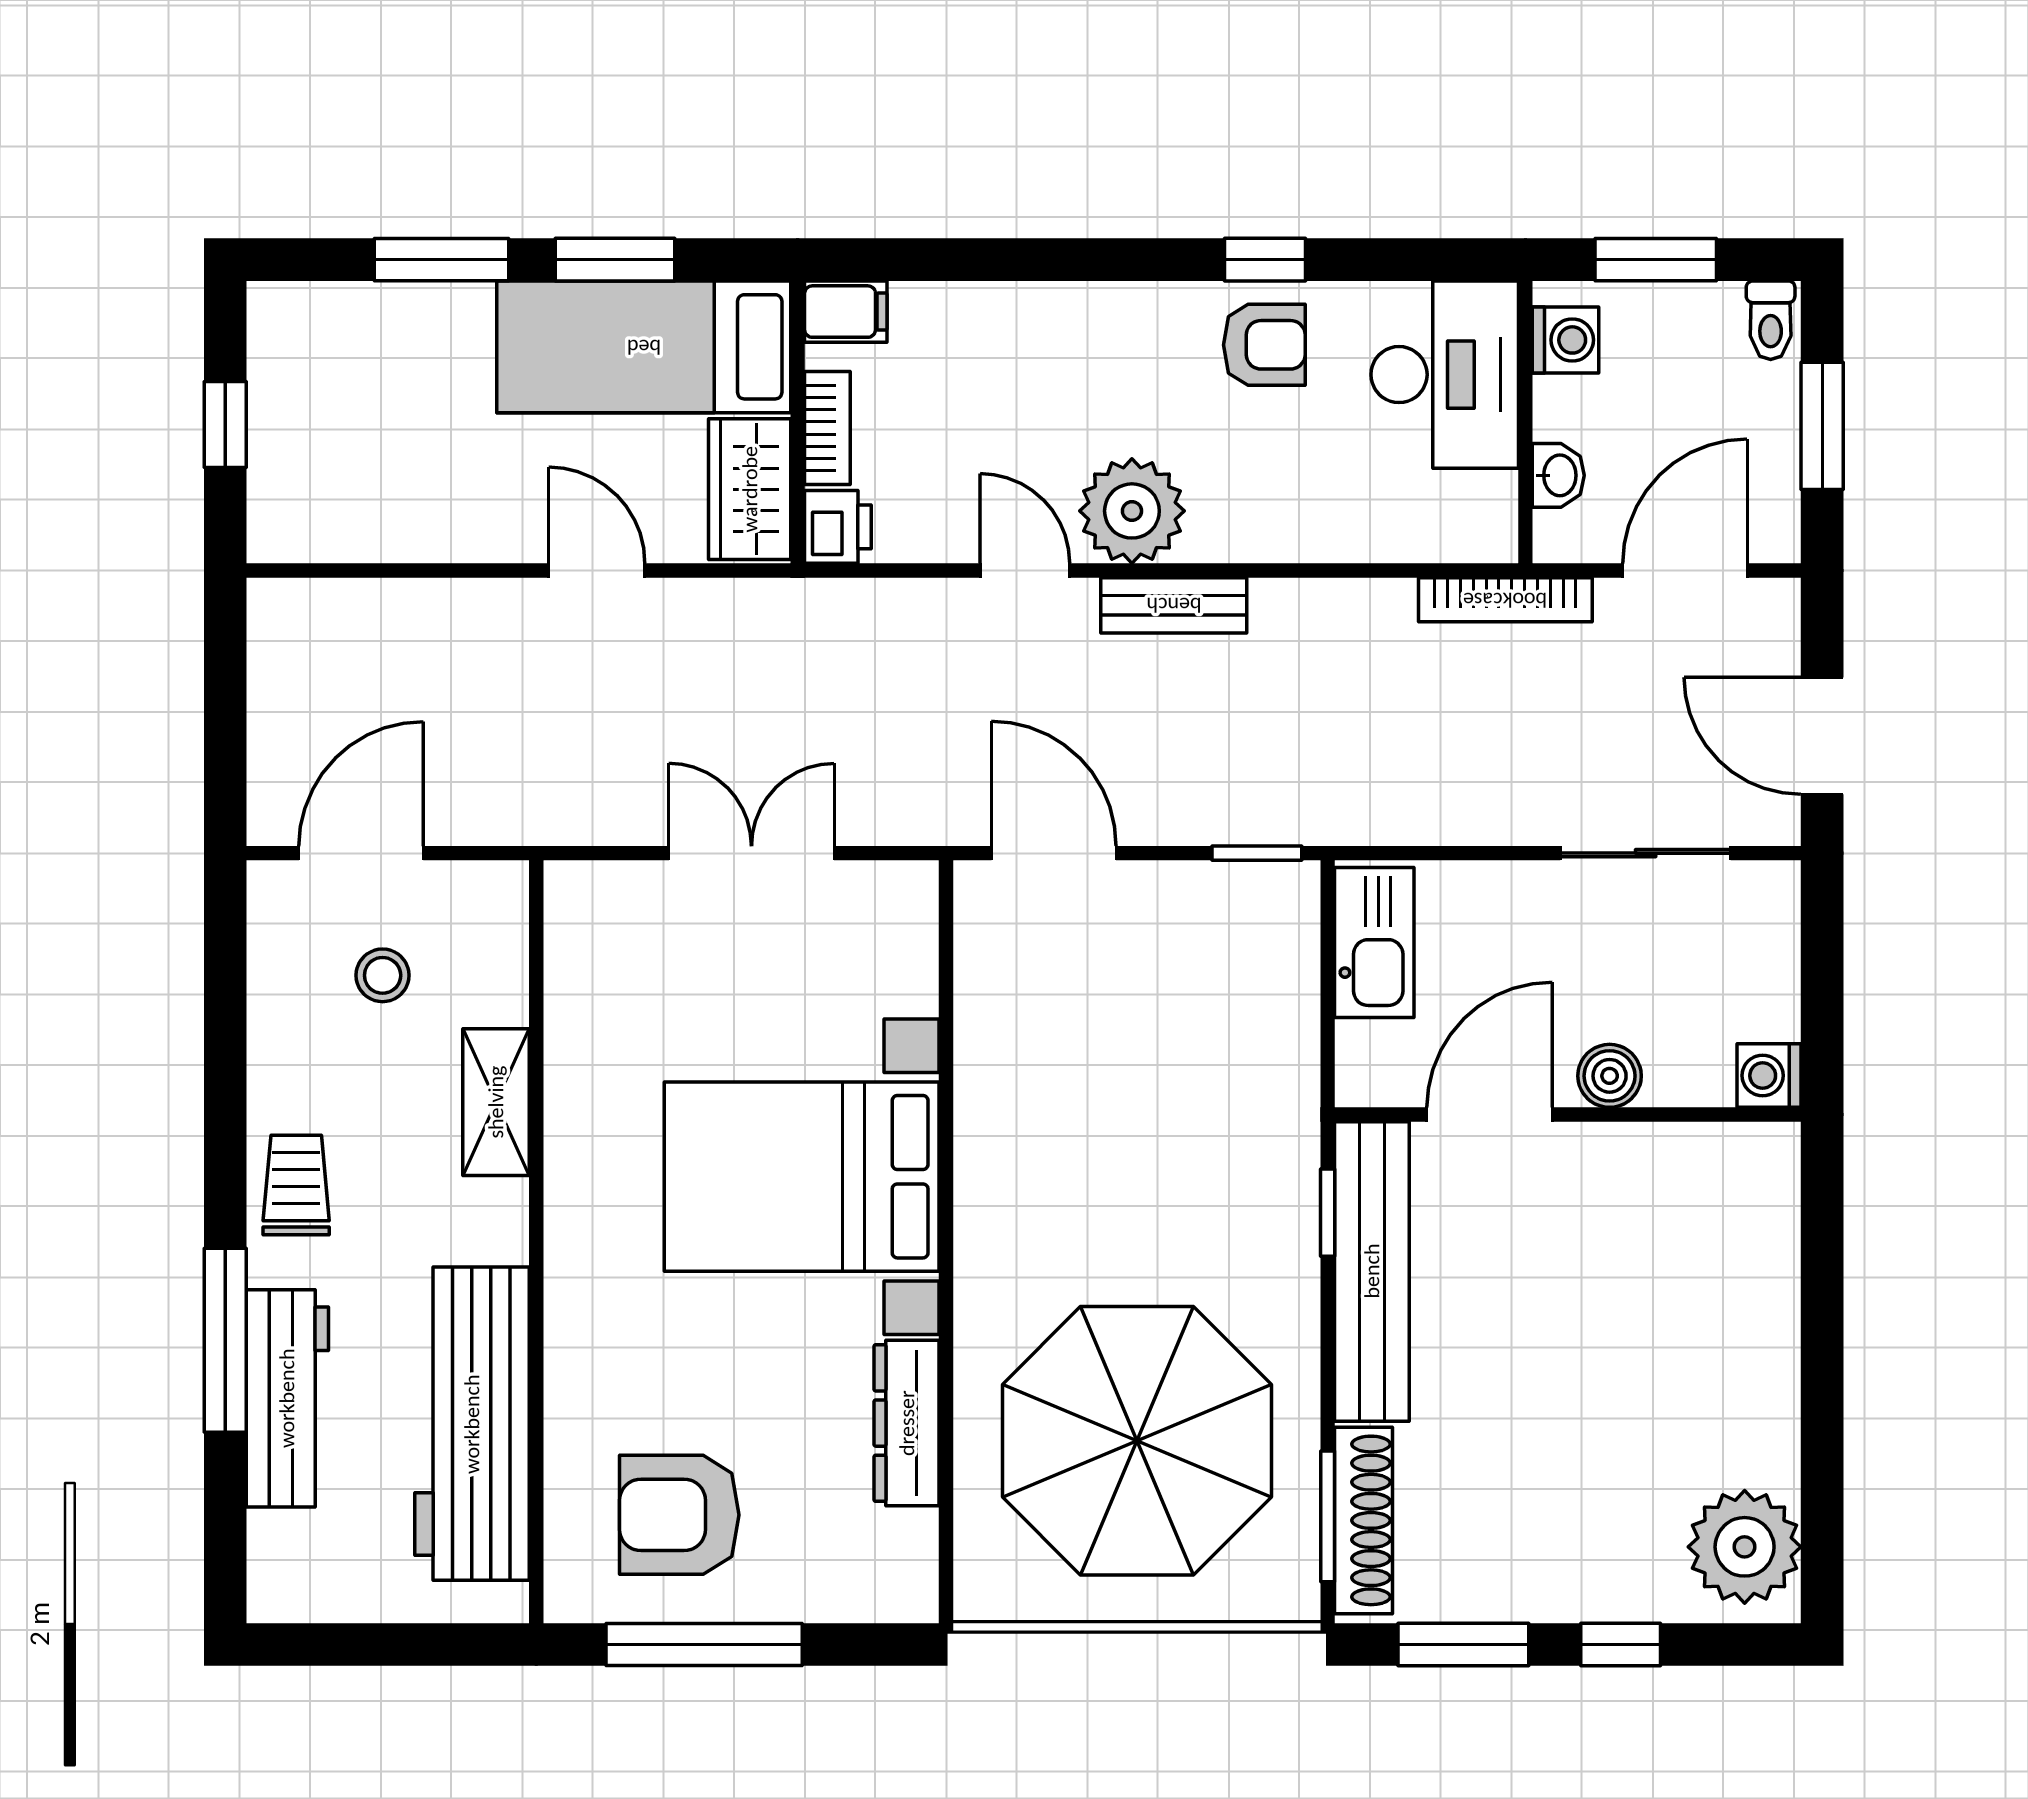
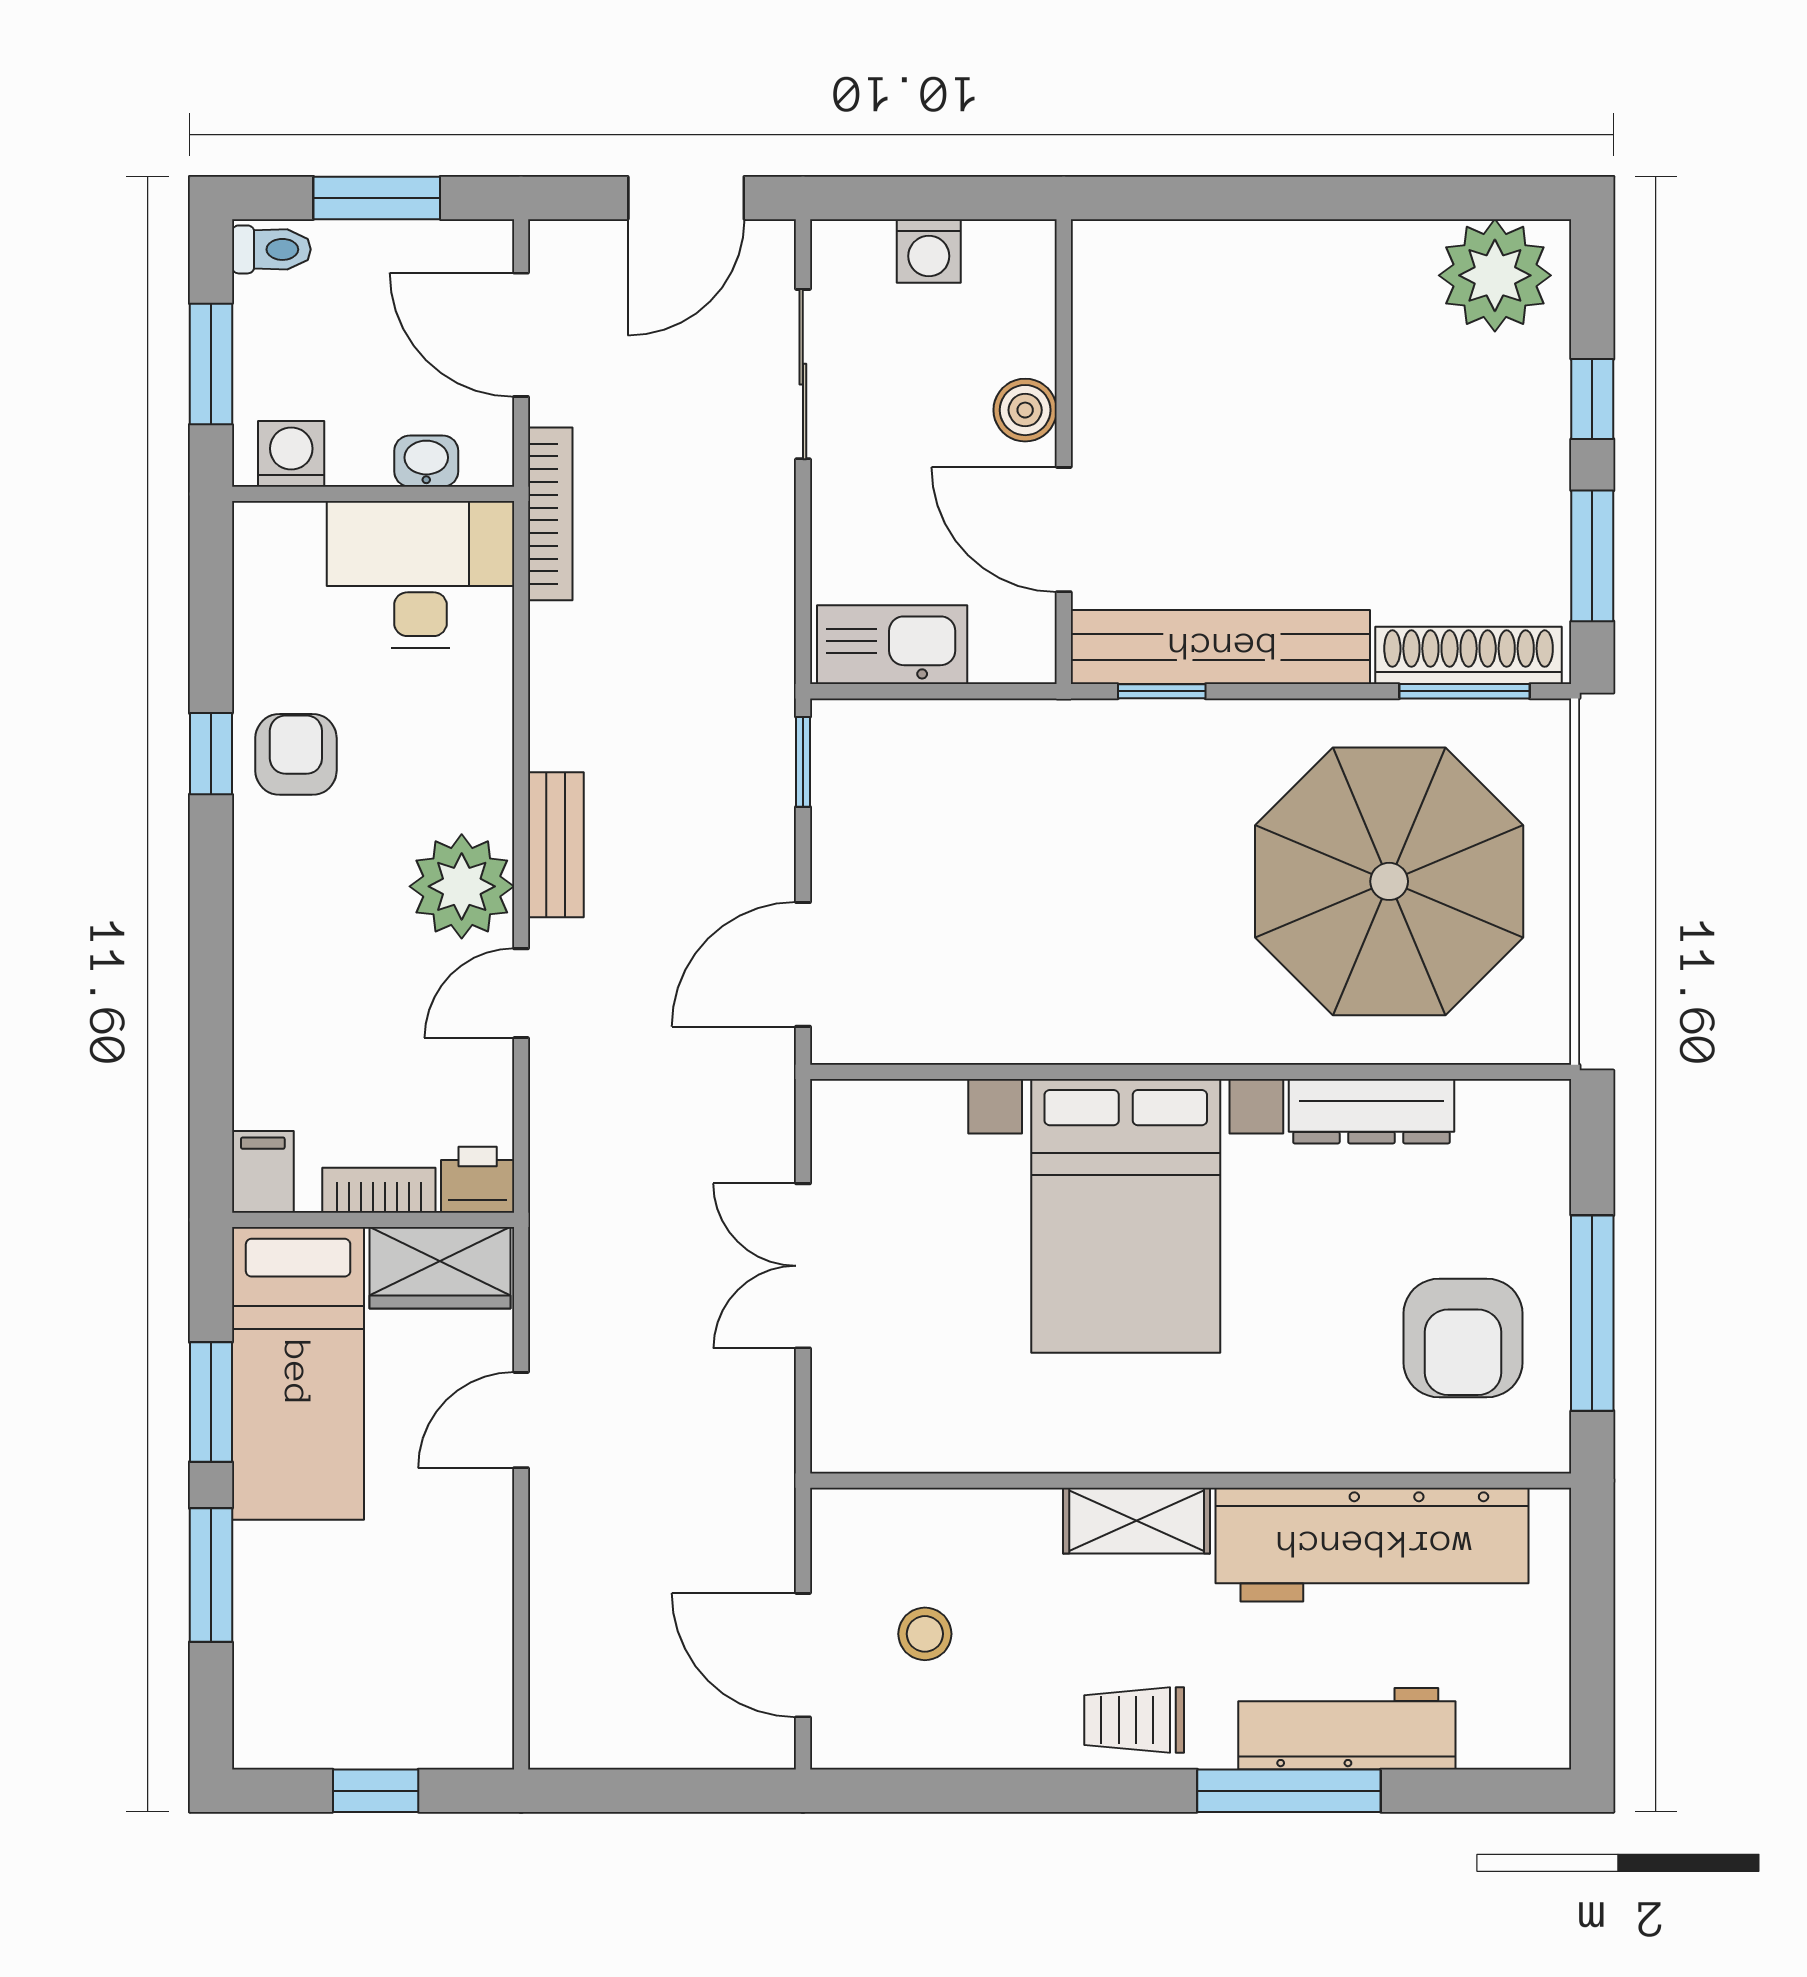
desk: (1445, 375) -> (420, 574), moved
washing machine: (1769, 1076) -> (929, 251), moved
shelving: (496, 1102) -> (1137, 1521), moved

